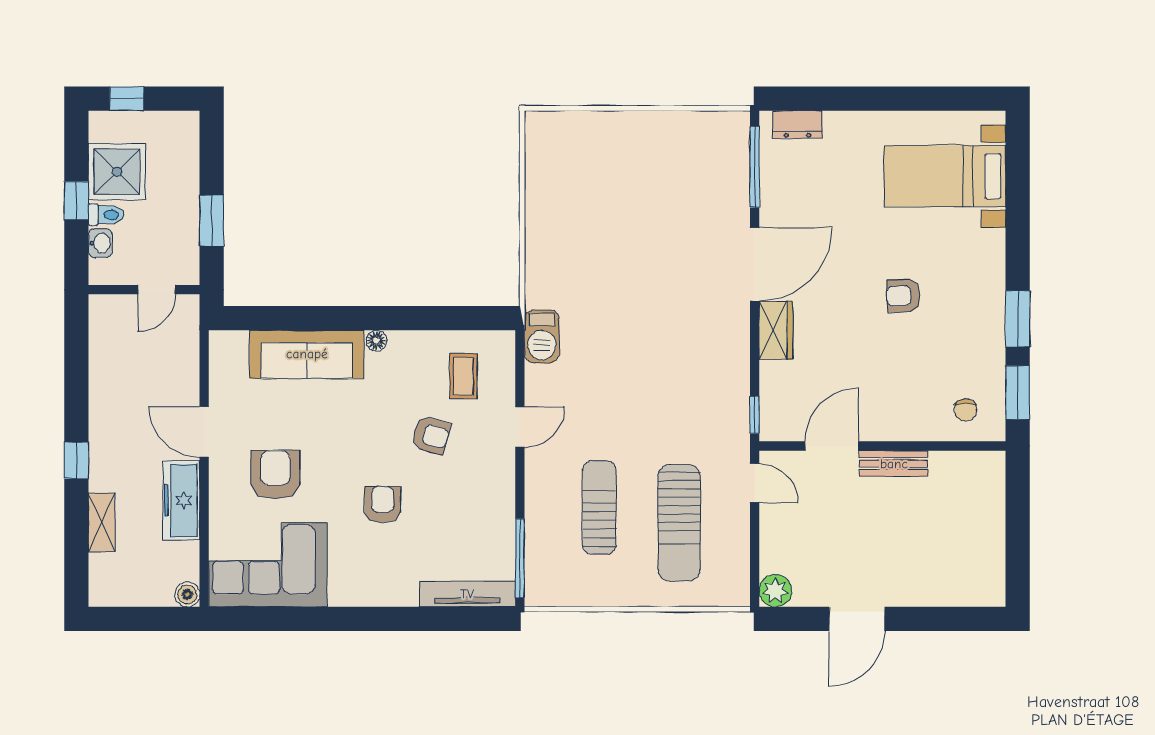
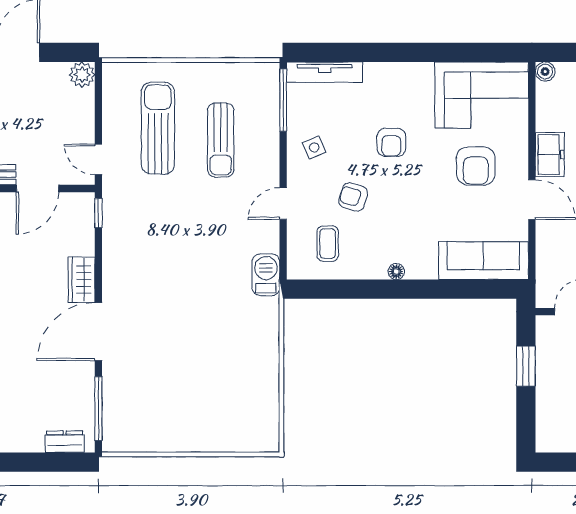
sofa: (307, 354) -> (483, 261), moved
side table: (481, 498) -> (314, 148), added
freezer: (181, 500) -> (550, 155), width x0.71

